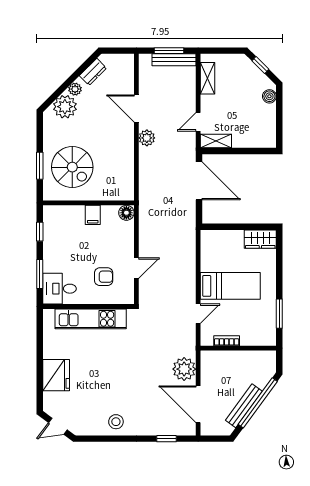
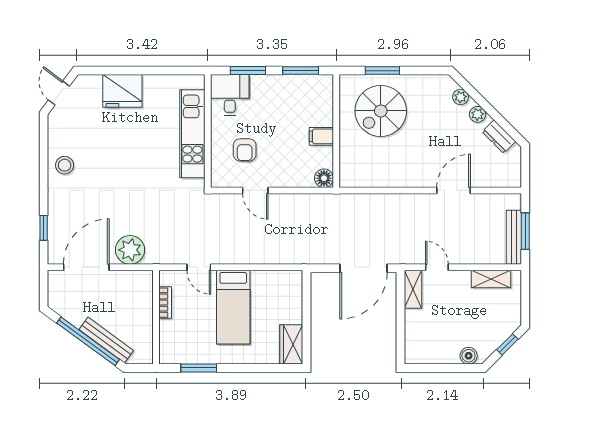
plant: (65, 107) -> (461, 97), width x0.53, depth x0.53
plant: (147, 138) -> (417, 203), removed
window: (40, 232) -> (301, 71), width x1.50
bench: (244, 406) -> (106, 340), moved

